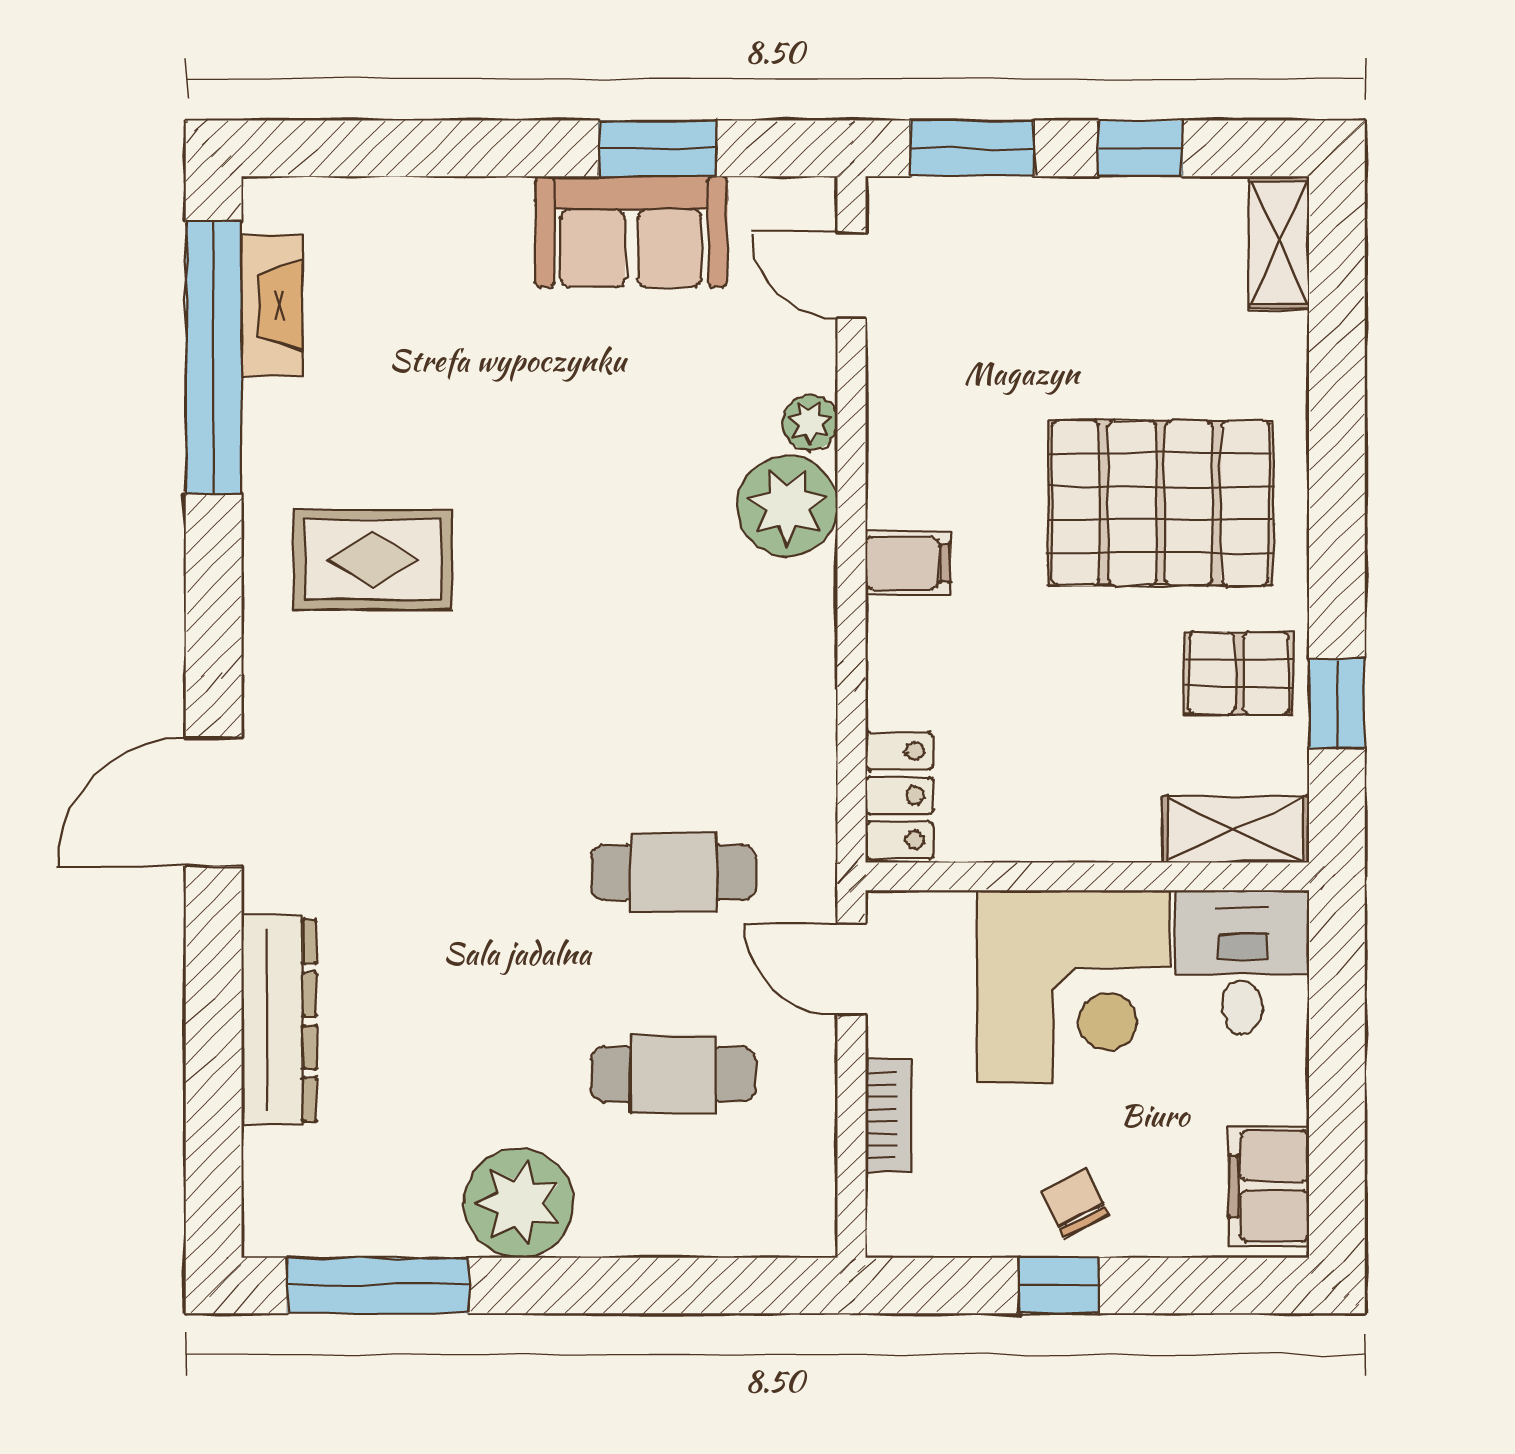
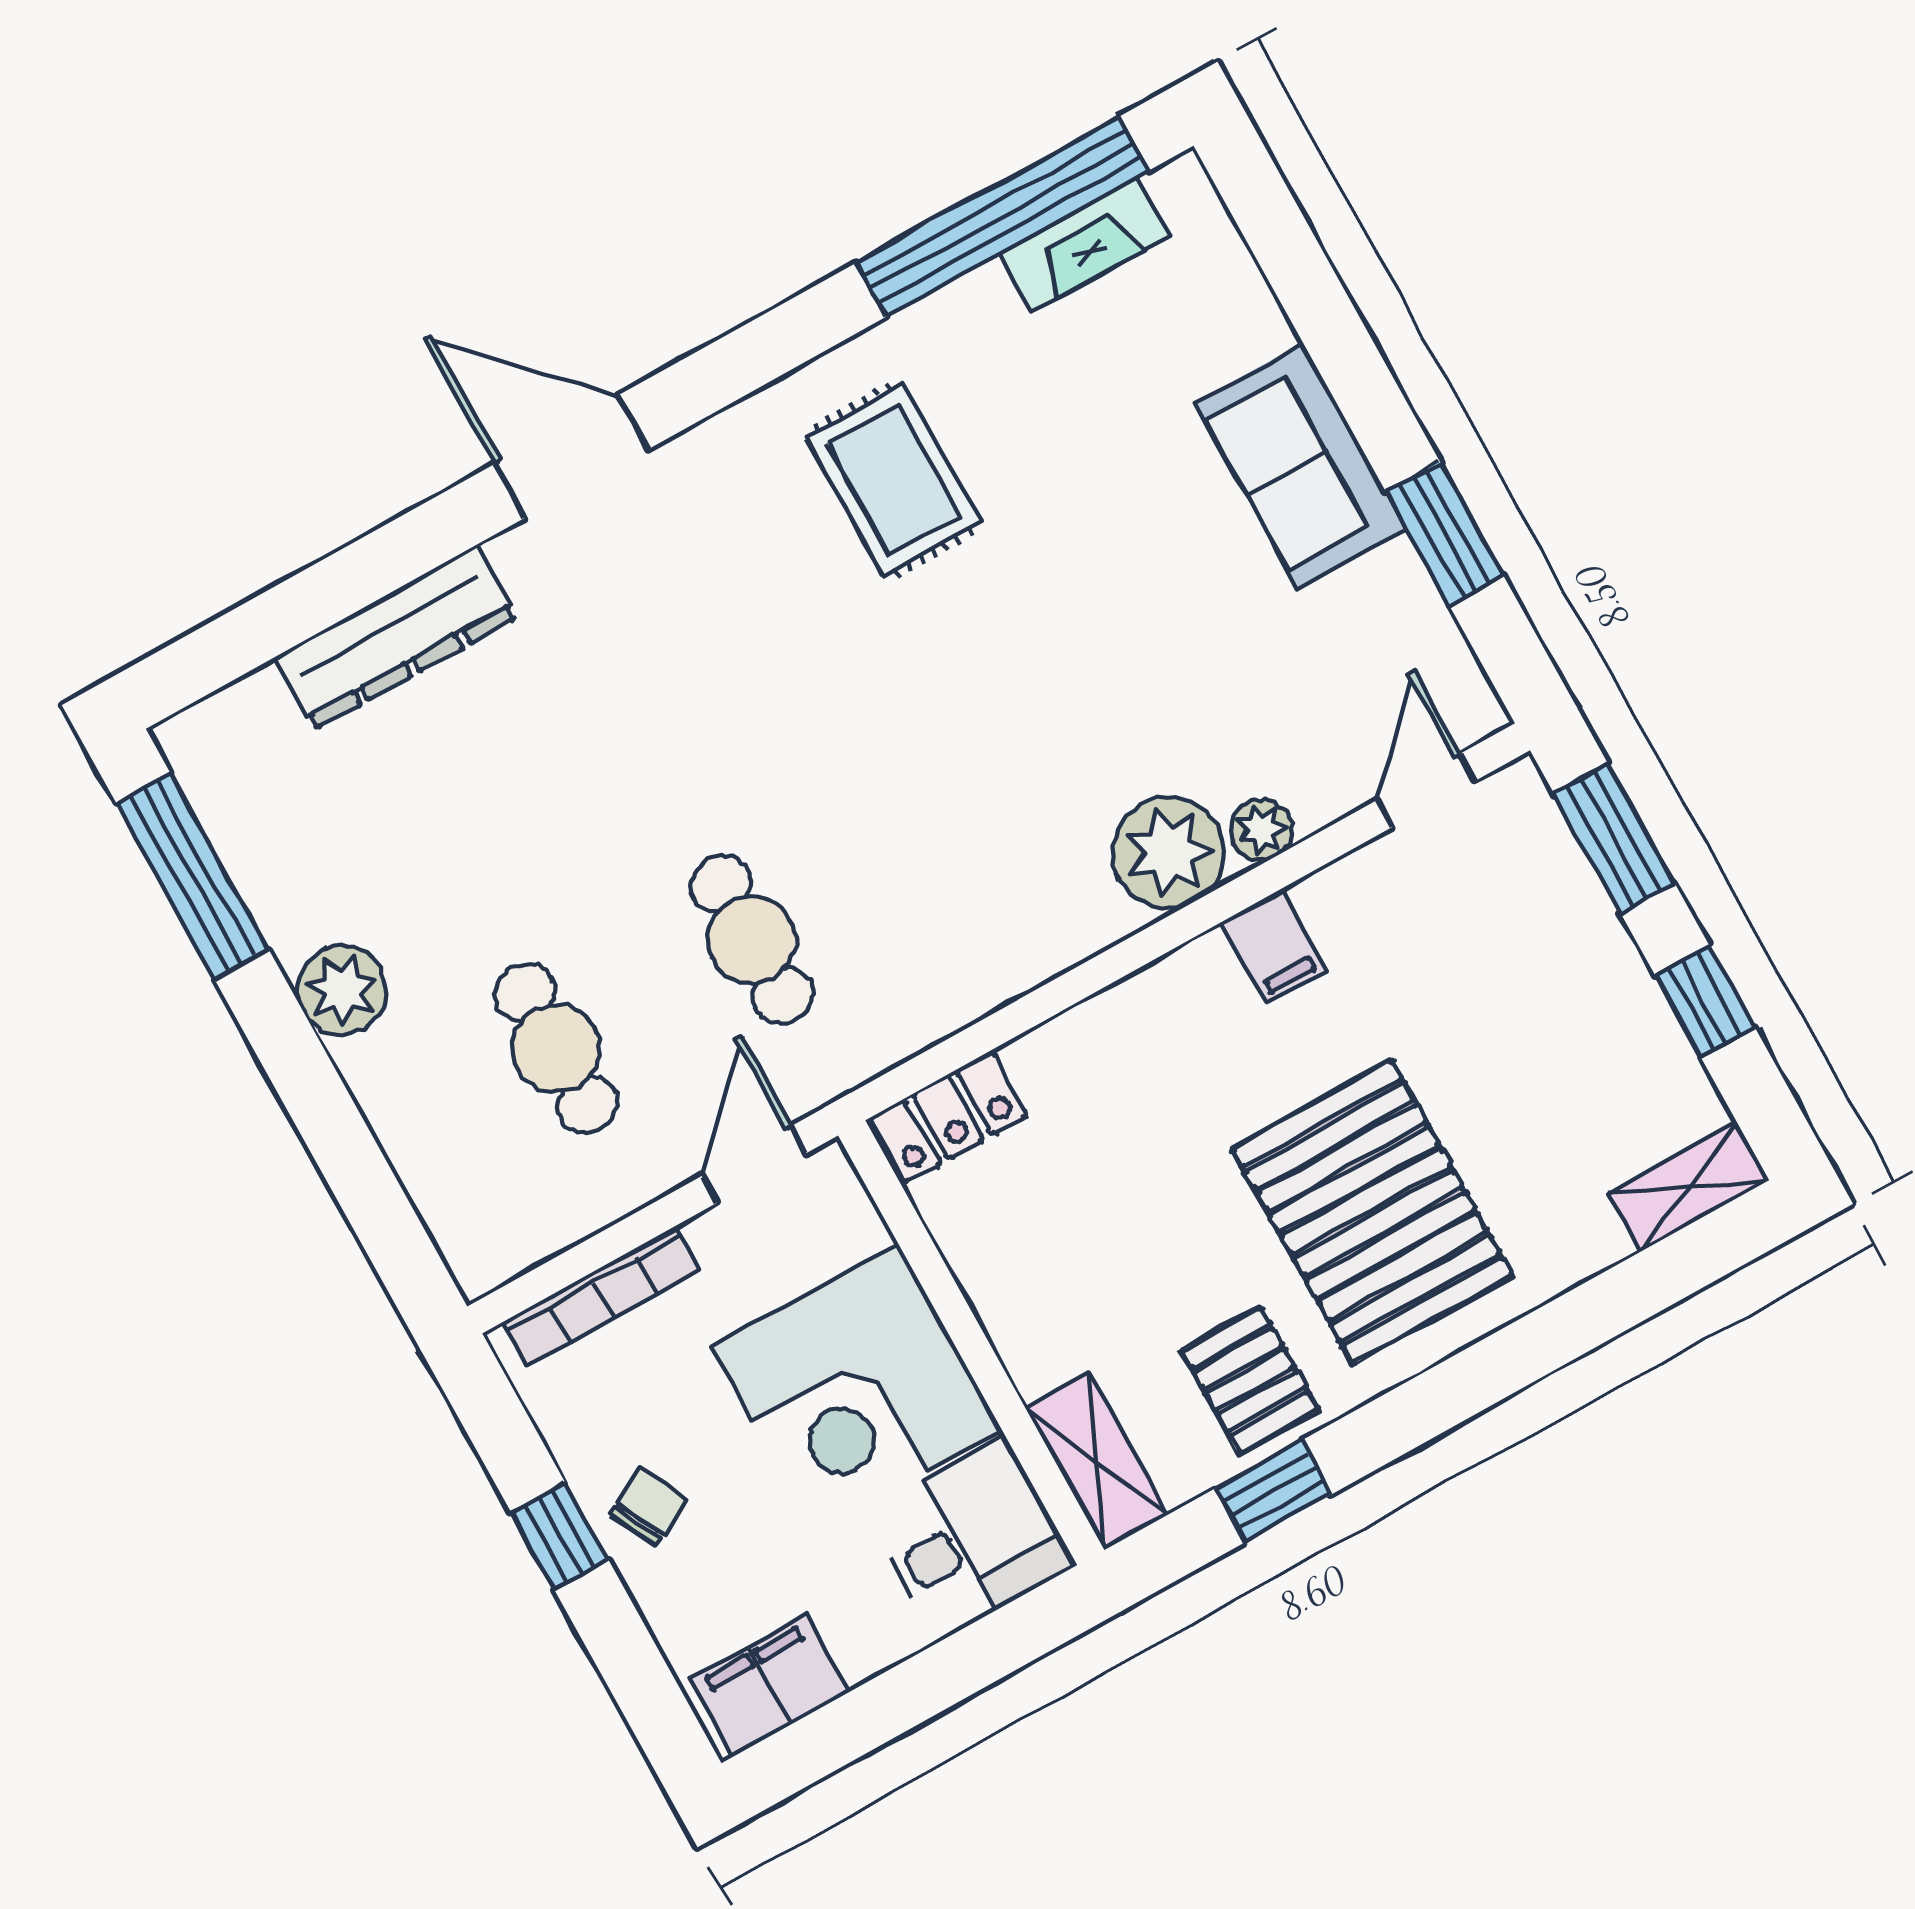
sofa: (631, 232) -> (1301, 465), moved
filing cabinet: (908, 563) -> (1274, 946), moved
bookcase: (888, 1115) -> (601, 1296), width x1.56
plant: (519, 1203) -> (342, 990), width x0.73, depth x0.73

